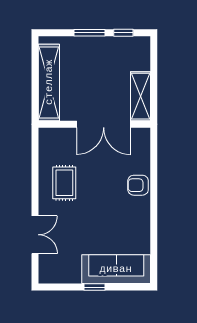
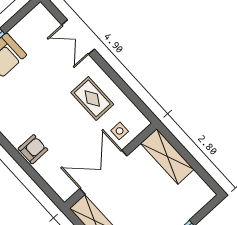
shelving: (49, 82) -> (167, 156), width x0.68
side table: (66, 143) -> (120, 131), added

